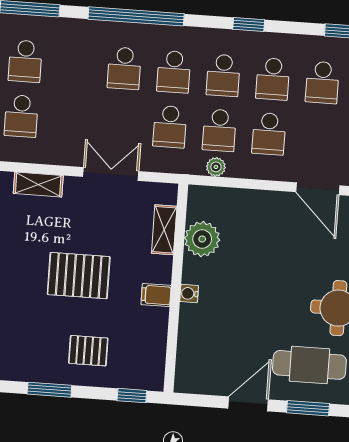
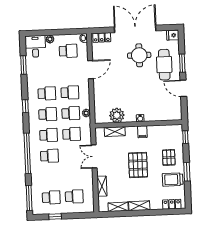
school desk: (322, 82) -> (46, 73), removed
trolley: (35, 354) -> (173, 180), added

